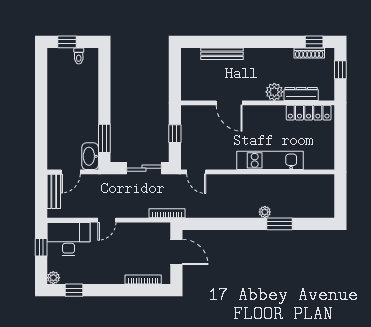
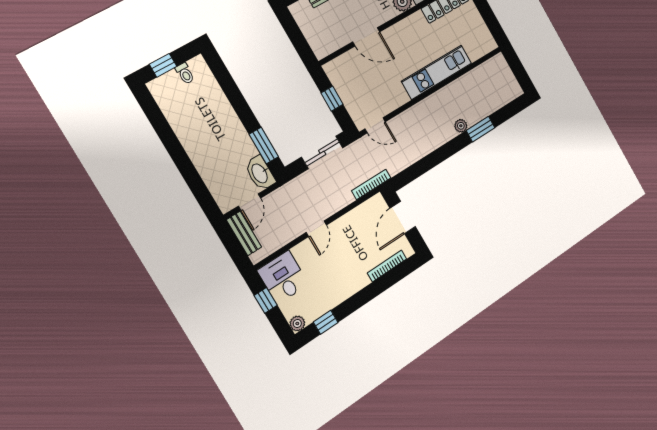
desk: (68, 239) -> (283, 277), width x0.73
door: (176, 252) -> (403, 217), swing flipped

